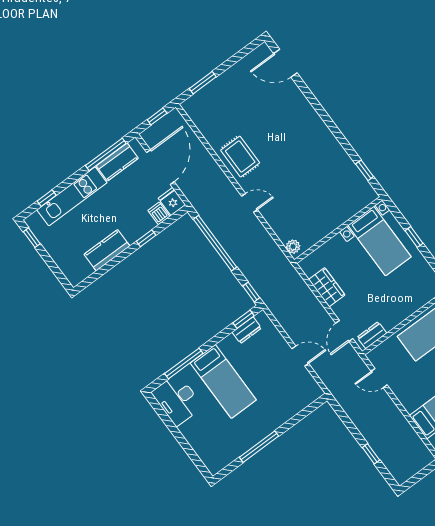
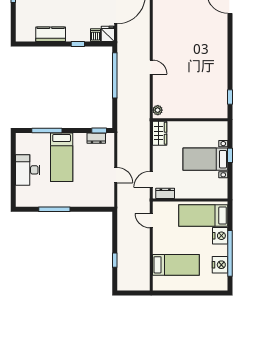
rug: (240, 157) -> (165, 37), removed
bed with nightstands: (380, 241) -> (205, 159), moved, turned 90
wardrobe: (327, 287) -> (160, 133), moved
window: (251, 292) -> (115, 118), removed
desk: (177, 400) -> (28, 170), moved

